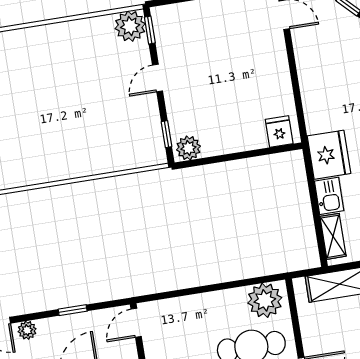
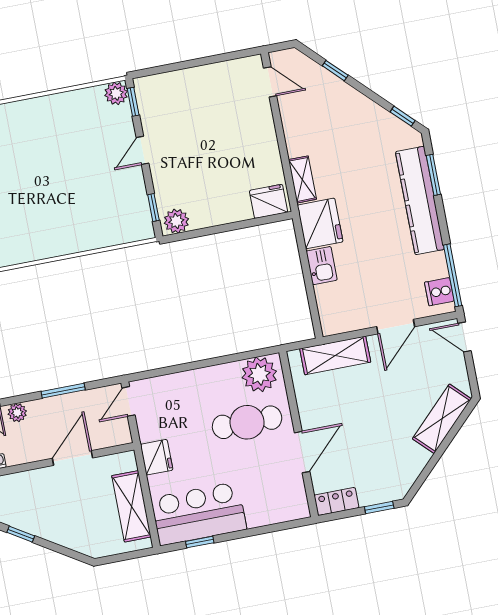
plant: (130, 26) -> (116, 93), width x0.73, depth x0.73
fridge: (279, 132) -> (268, 201), width x1.38
shelving: (333, 236) -> (302, 179), moved
window: (73, 310) -> (63, 391), width x1.50

